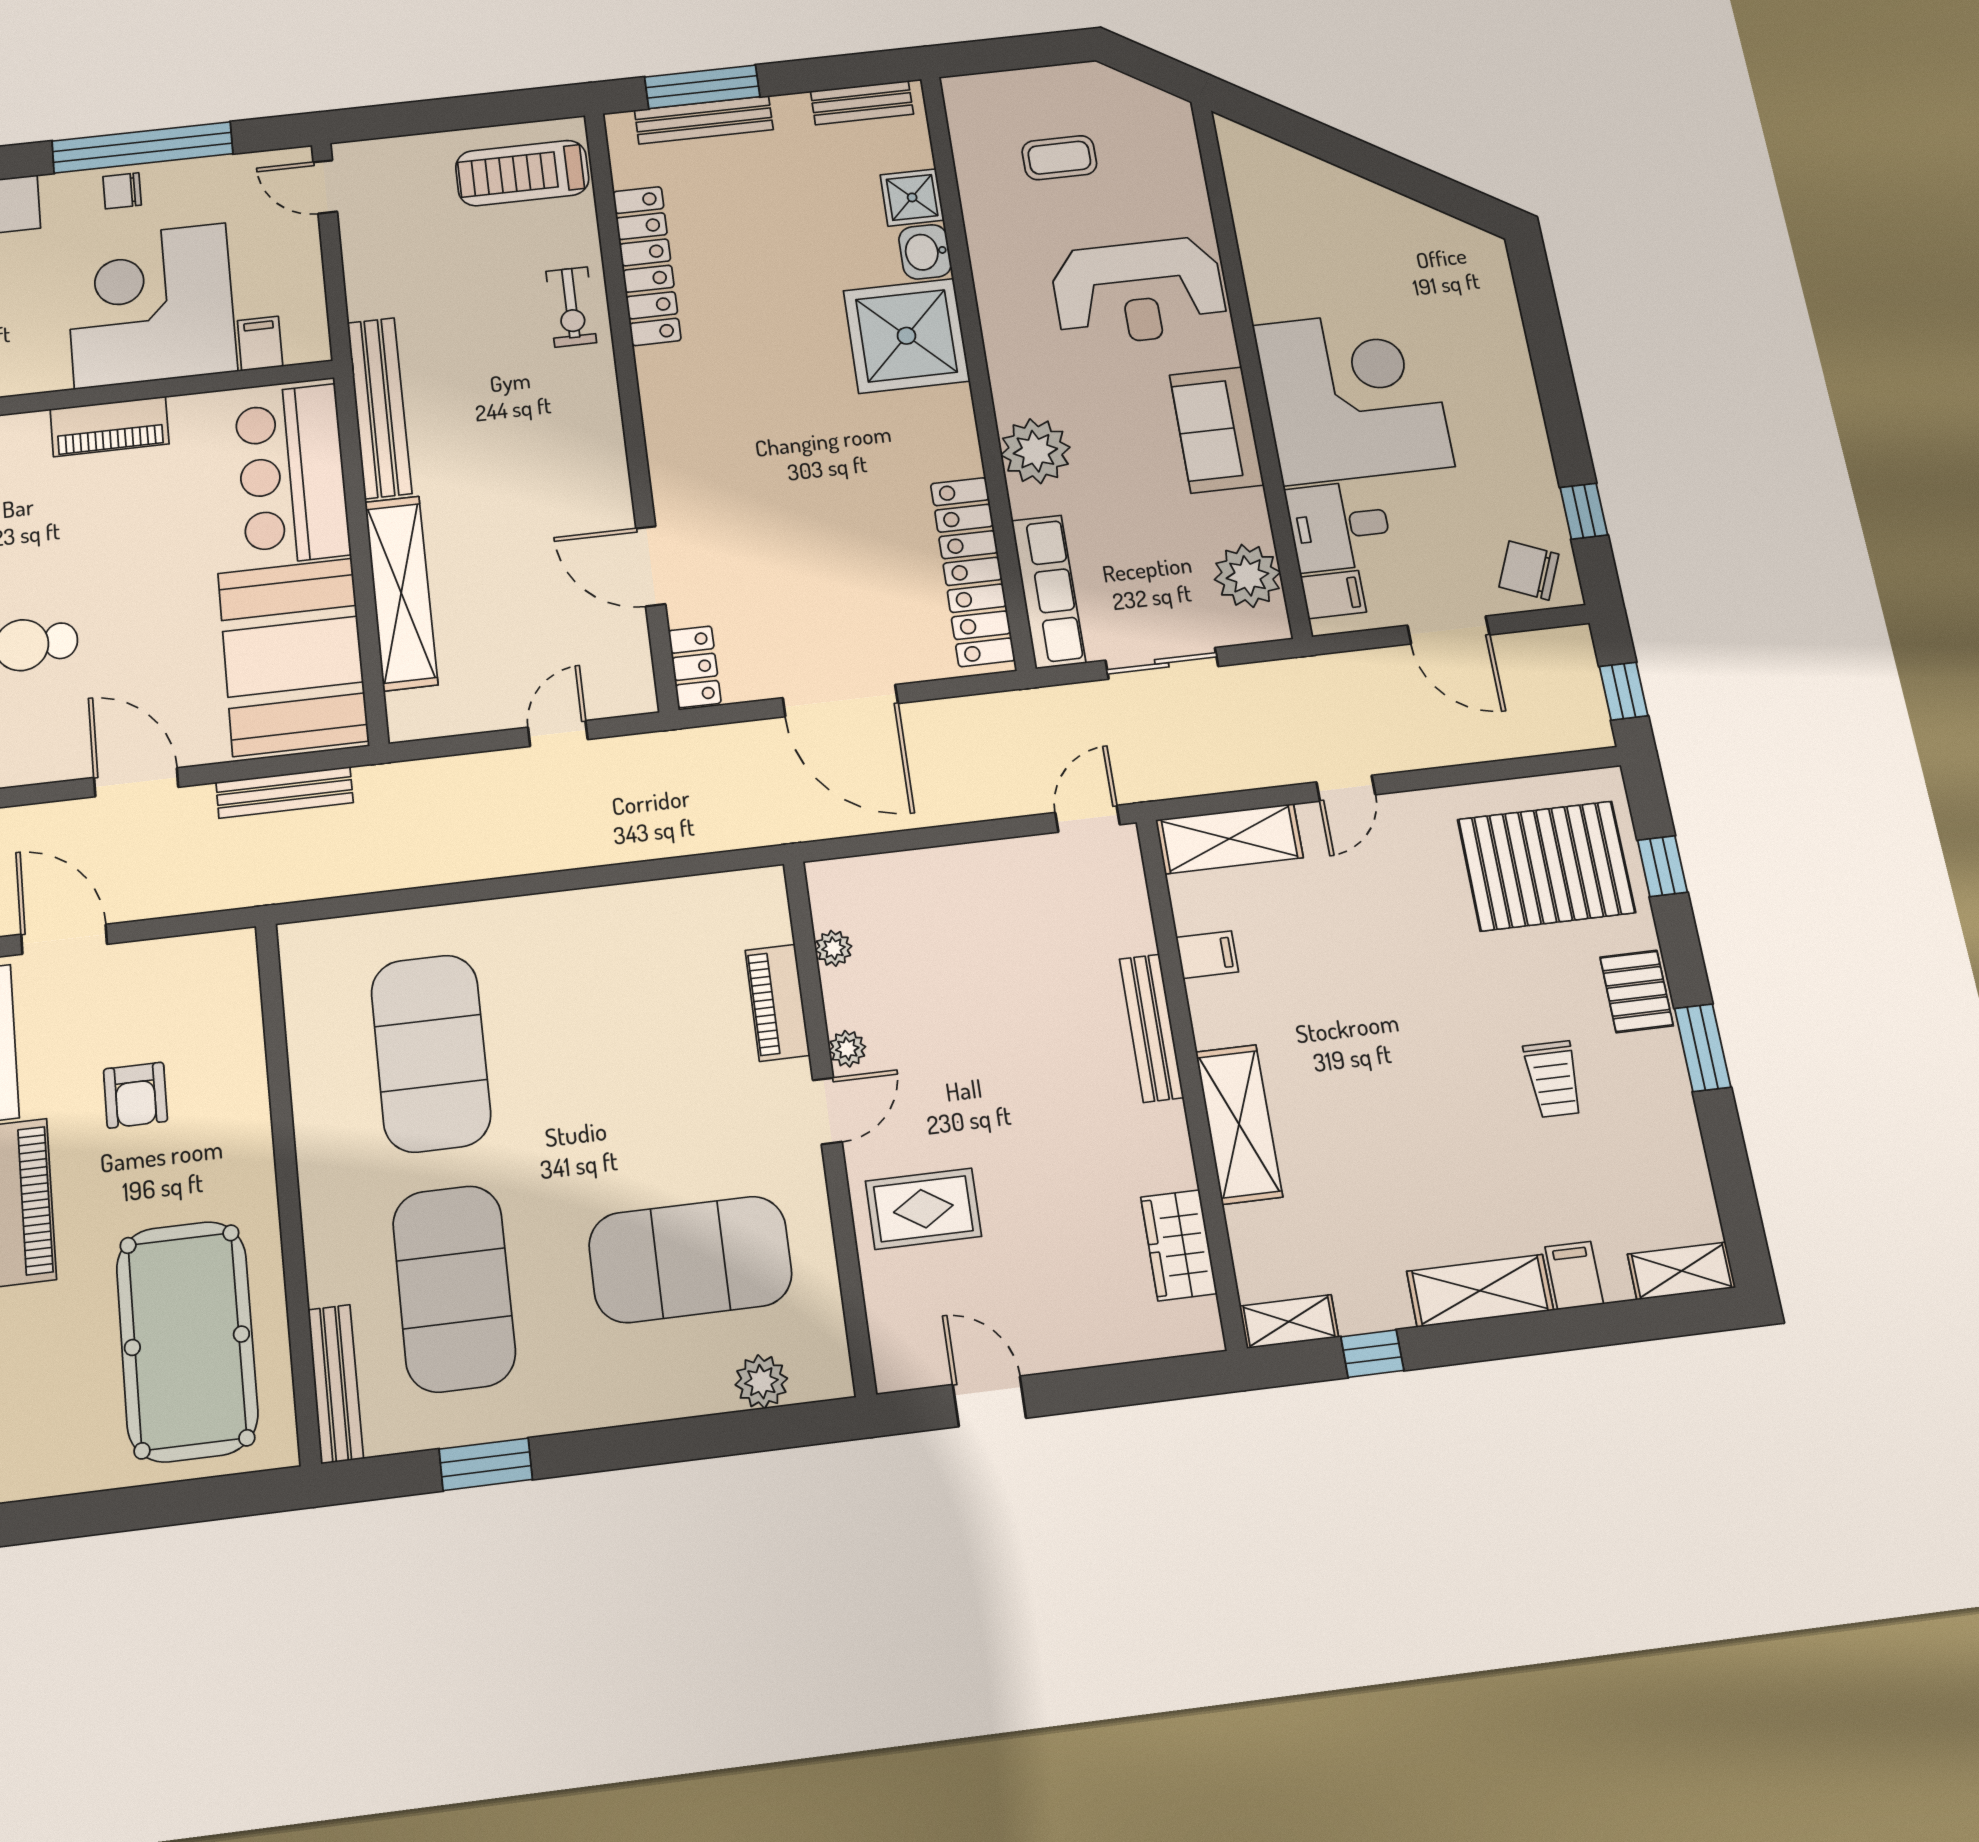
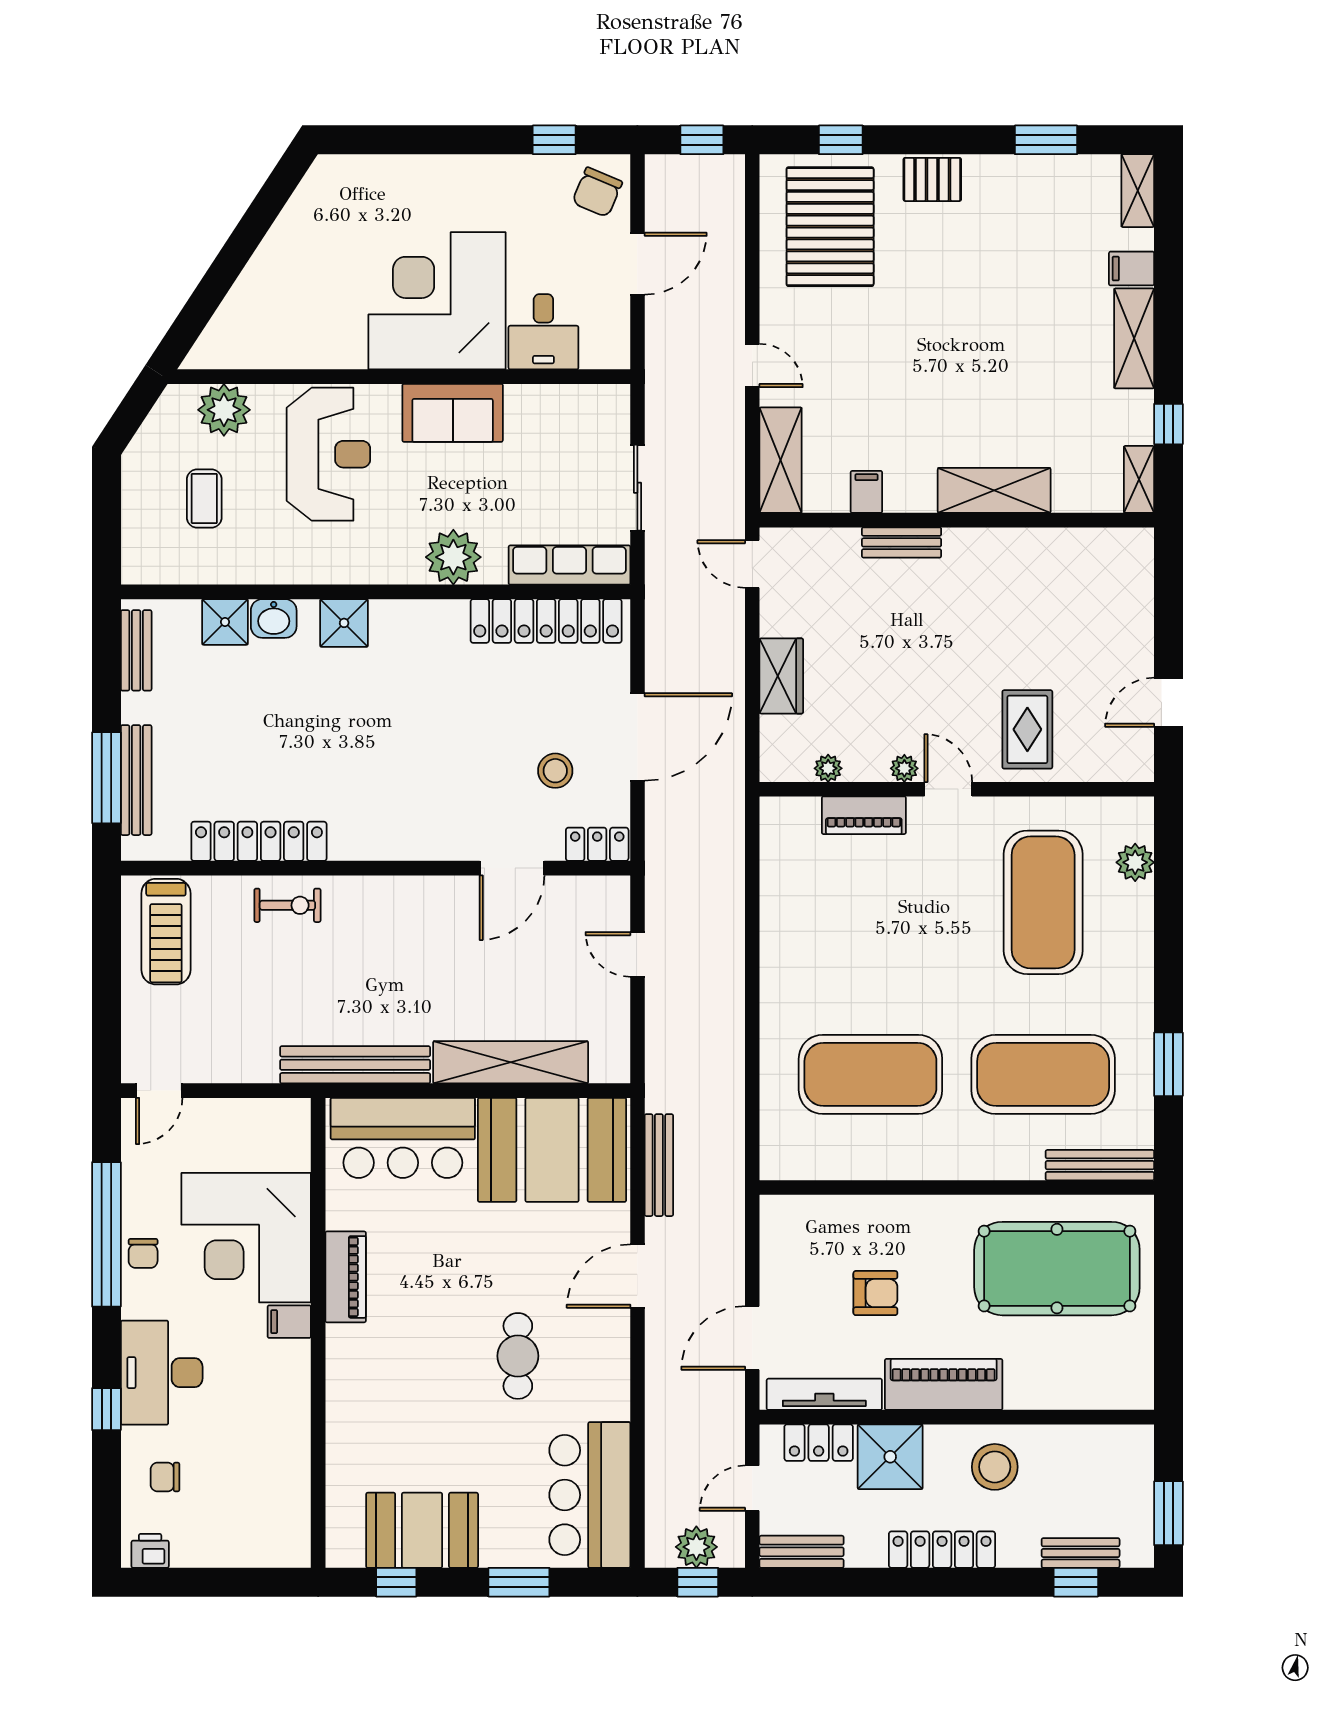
shower: (906, 336) -> (344, 623), width x0.54, depth x0.54
filing cabinet: (260, 343) -> (289, 1322), moved
plant: (1247, 576) -> (224, 410), moved
filing cabinet: (1333, 595) -> (598, 347), removed
stool: (783, 604) -> (555, 771), added
bench: (1151, 1028) -> (902, 542), width x0.73
window: (1703, 1048) -> (1046, 140), moved
trolley: (1553, 1079) -> (989, 254), removed
wardrobe: (1179, 1245) -> (781, 676), moved, turned -90

